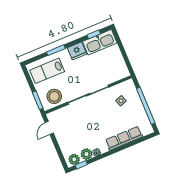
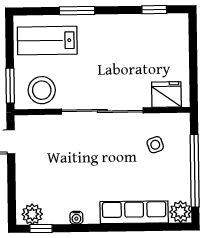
kitchen sink: (100, 42) -> (159, 28), removed
fridge: (77, 51) -> (166, 94), moved, turned 180
plant: (86, 154) -> (181, 212), moved

